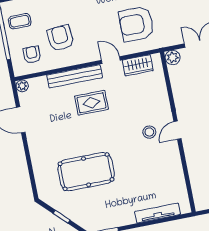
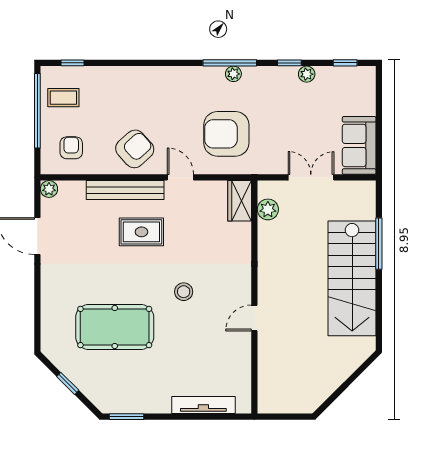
armchair: (61, 38) -> (135, 149), moved, turned 53
plant: (173, 58) -> (268, 209), moved
wardrobe: (138, 65) -> (240, 201), moved, turned 90
door: (177, 130) -> (254, 318), moved
stool: (149, 132) -> (184, 292), moved

